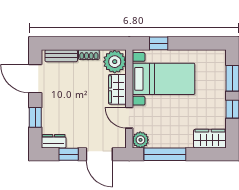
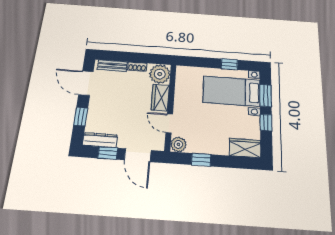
window: (159, 43) -> (229, 64), moved
bed with nightstands: (164, 79) -> (232, 91), moved, turned 180
dresser: (54, 141) -> (100, 140), width x1.44
window: (165, 154) -> (201, 160), width x0.46

